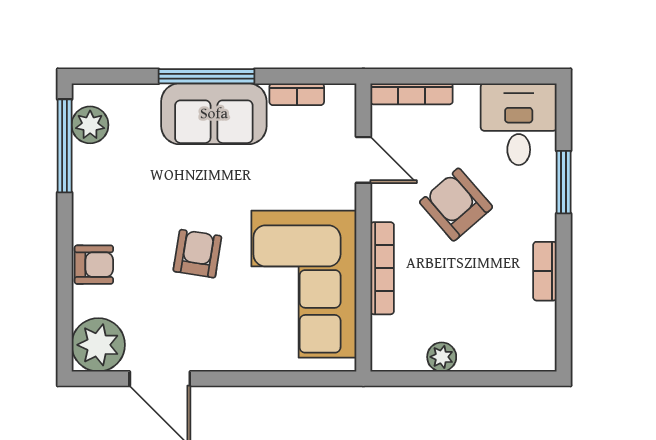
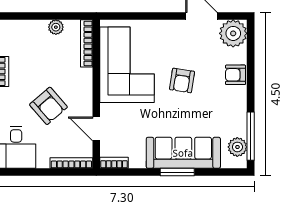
window: (207, 76) -> (177, 172), width x0.69
bookcase: (297, 94) -> (114, 163), moved
sofa: (214, 114) -> (183, 153), width x1.36
bookcase: (382, 268) -> (87, 43), moved

